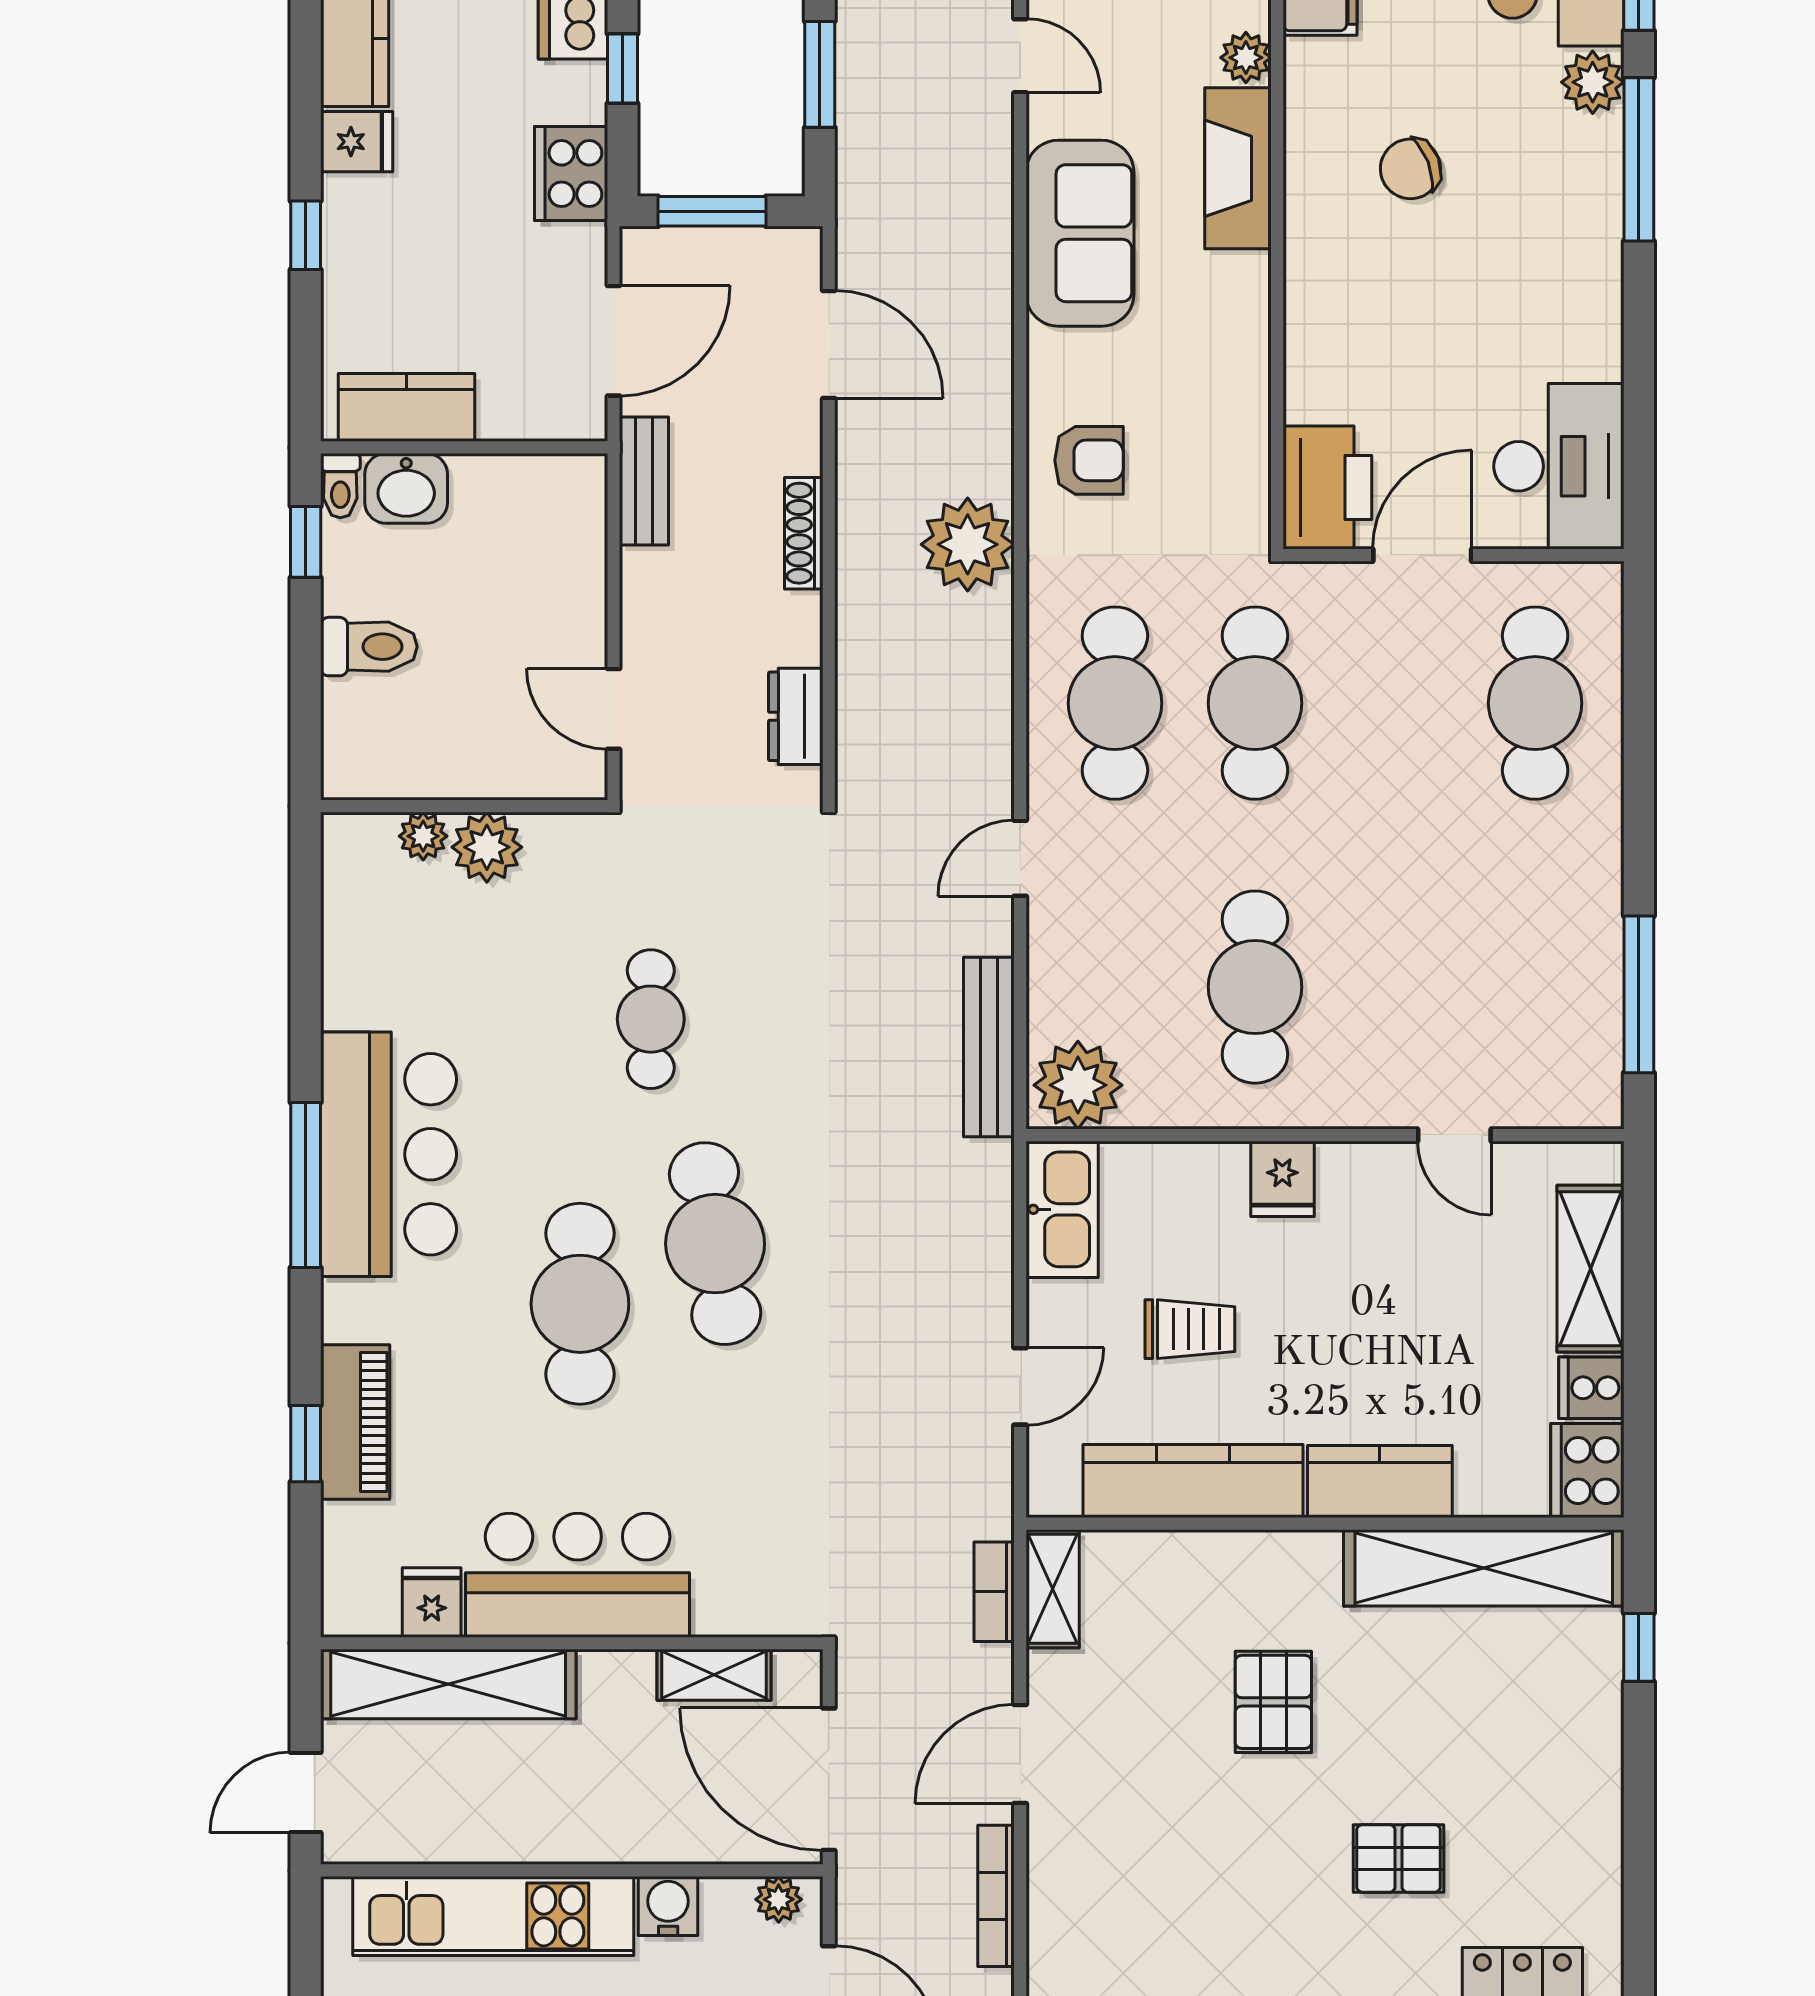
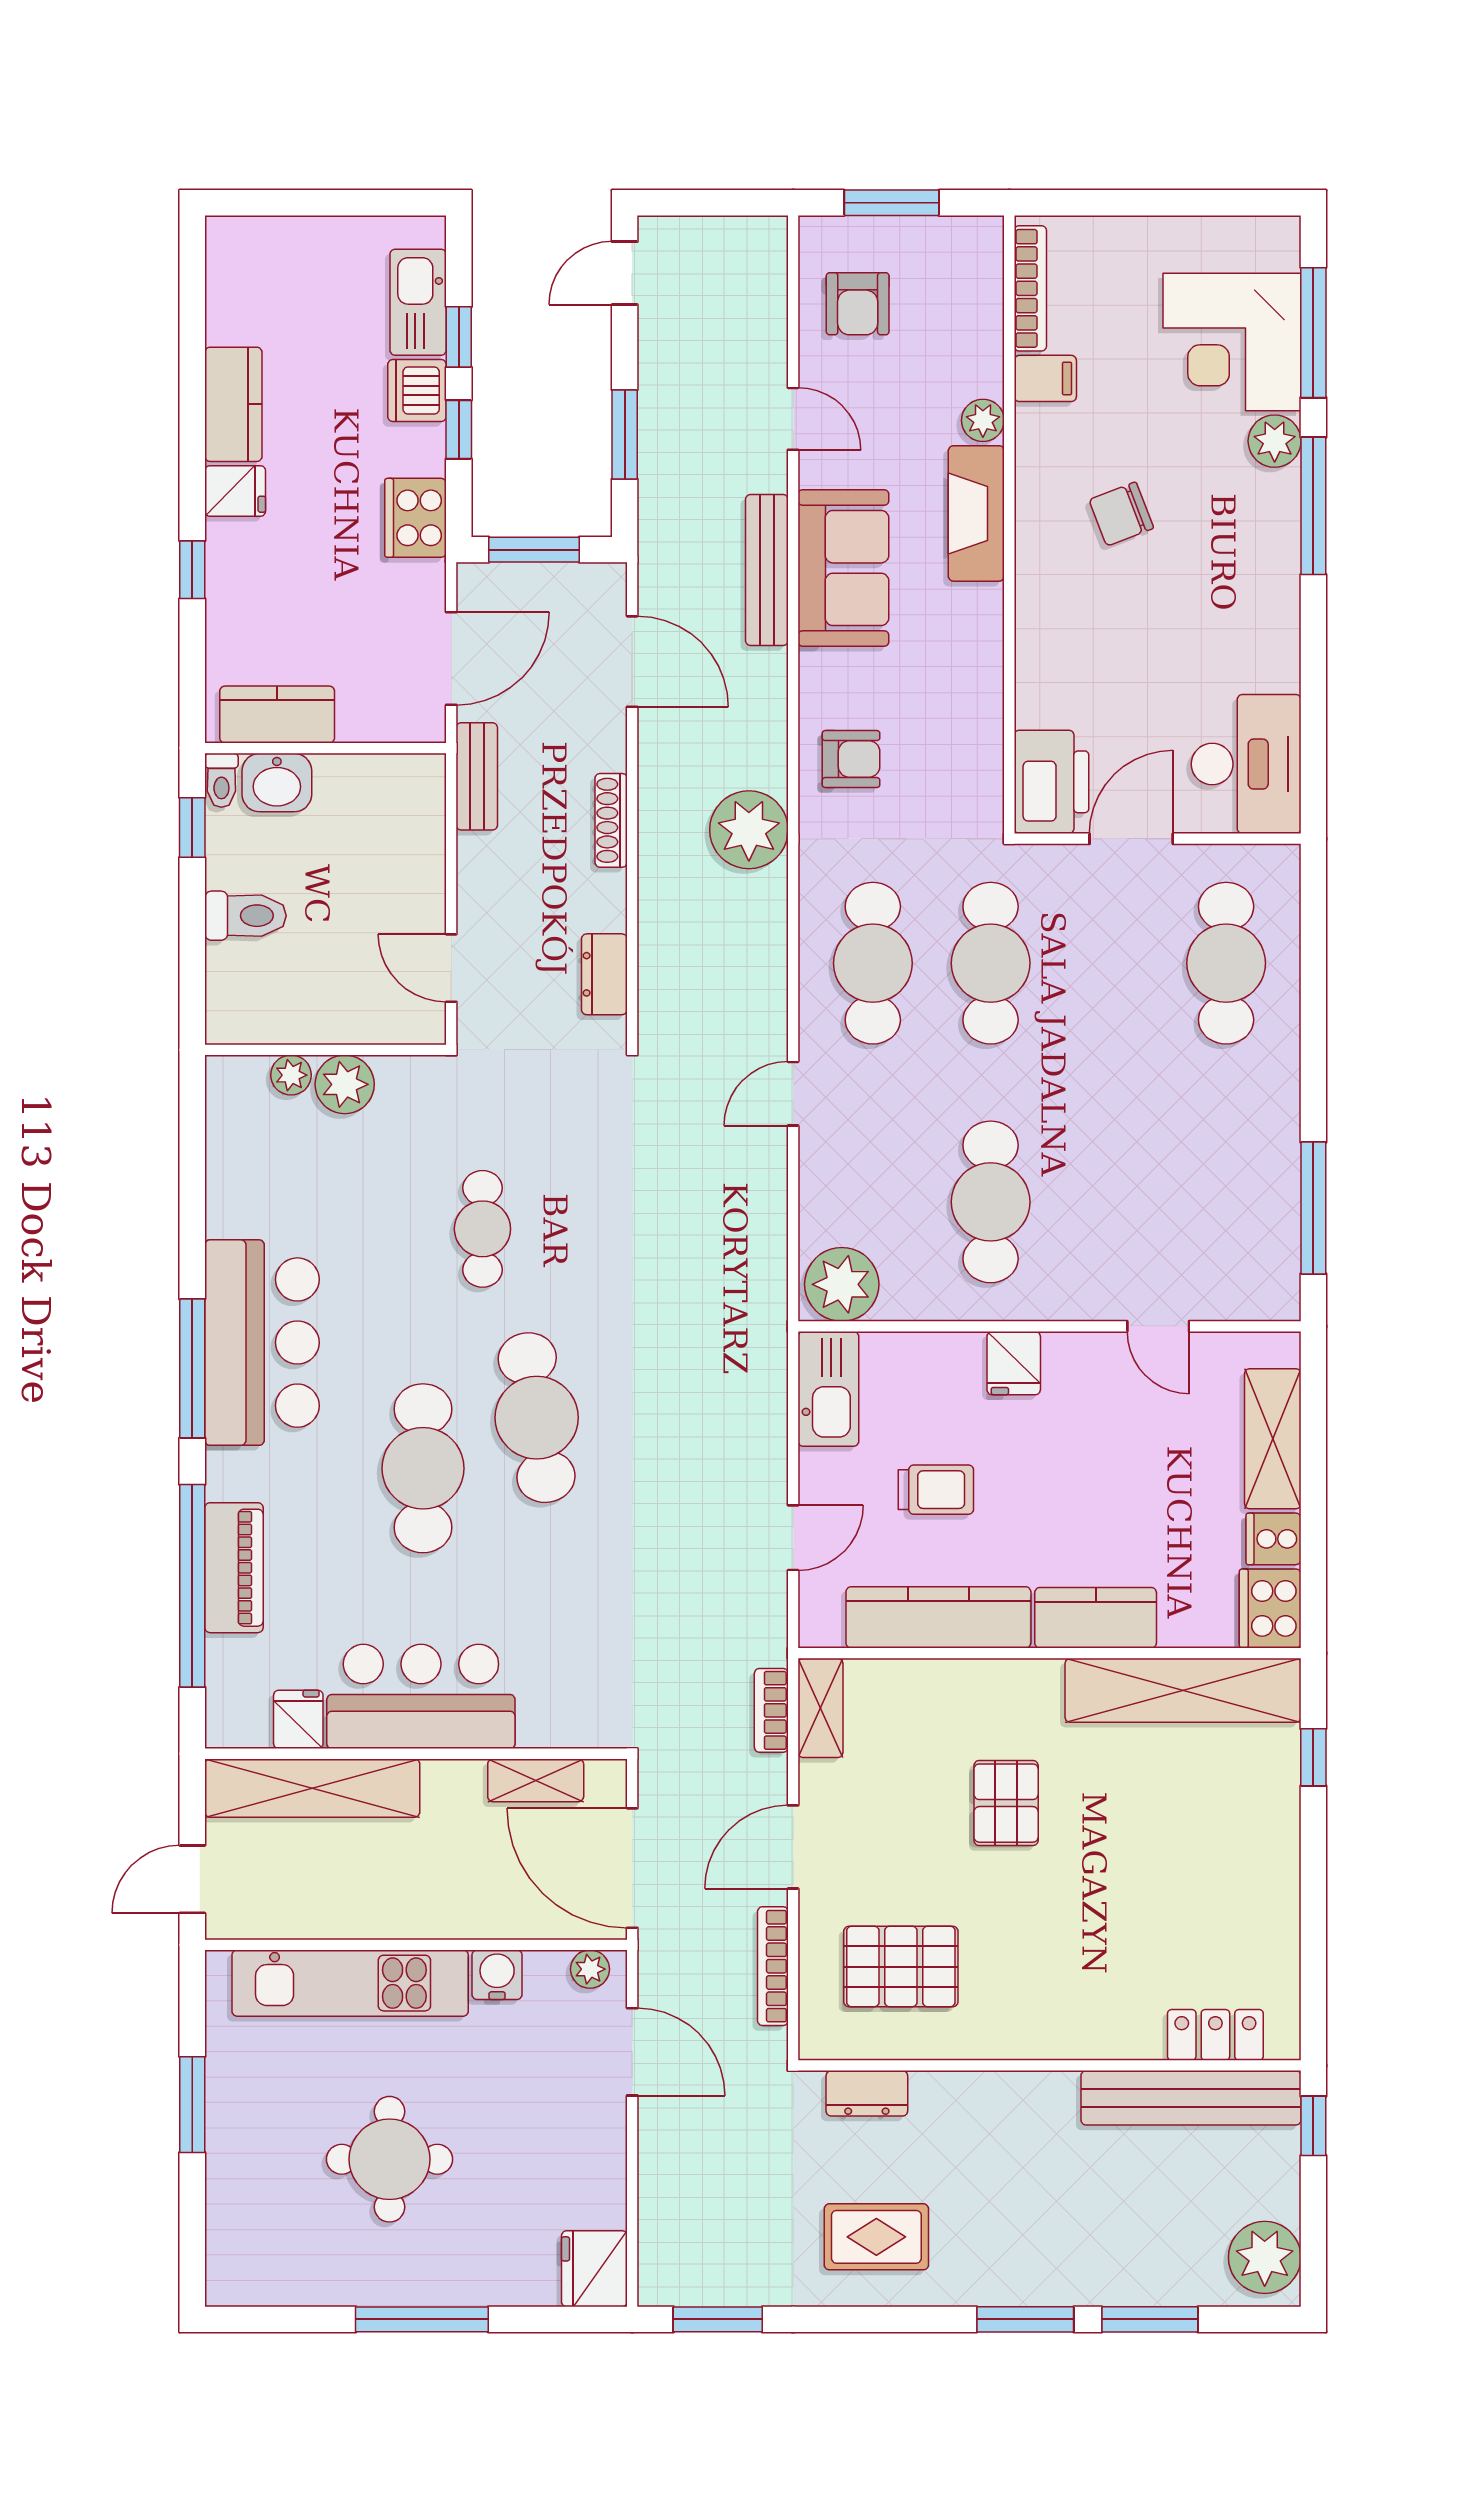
bench: (989, 1047) -> (767, 570), moved
window: (306, 1444) -> (192, 1586), width x3.17
pallet: (1399, 1858) -> (901, 1967), moved, width x1.50, depth x1.42

